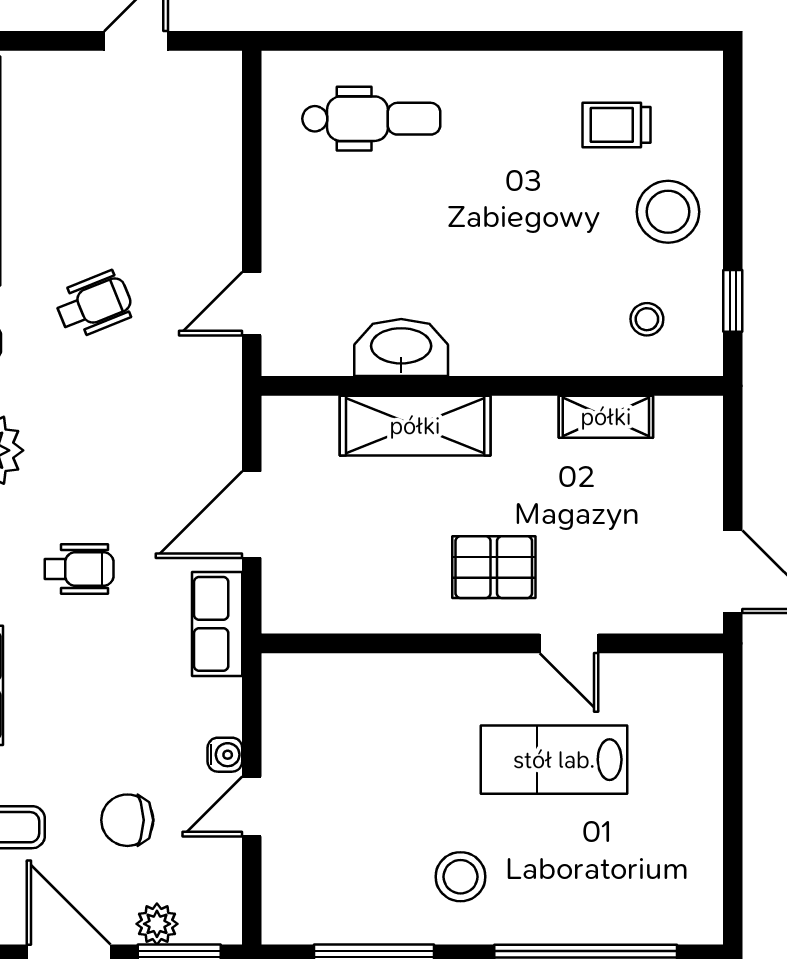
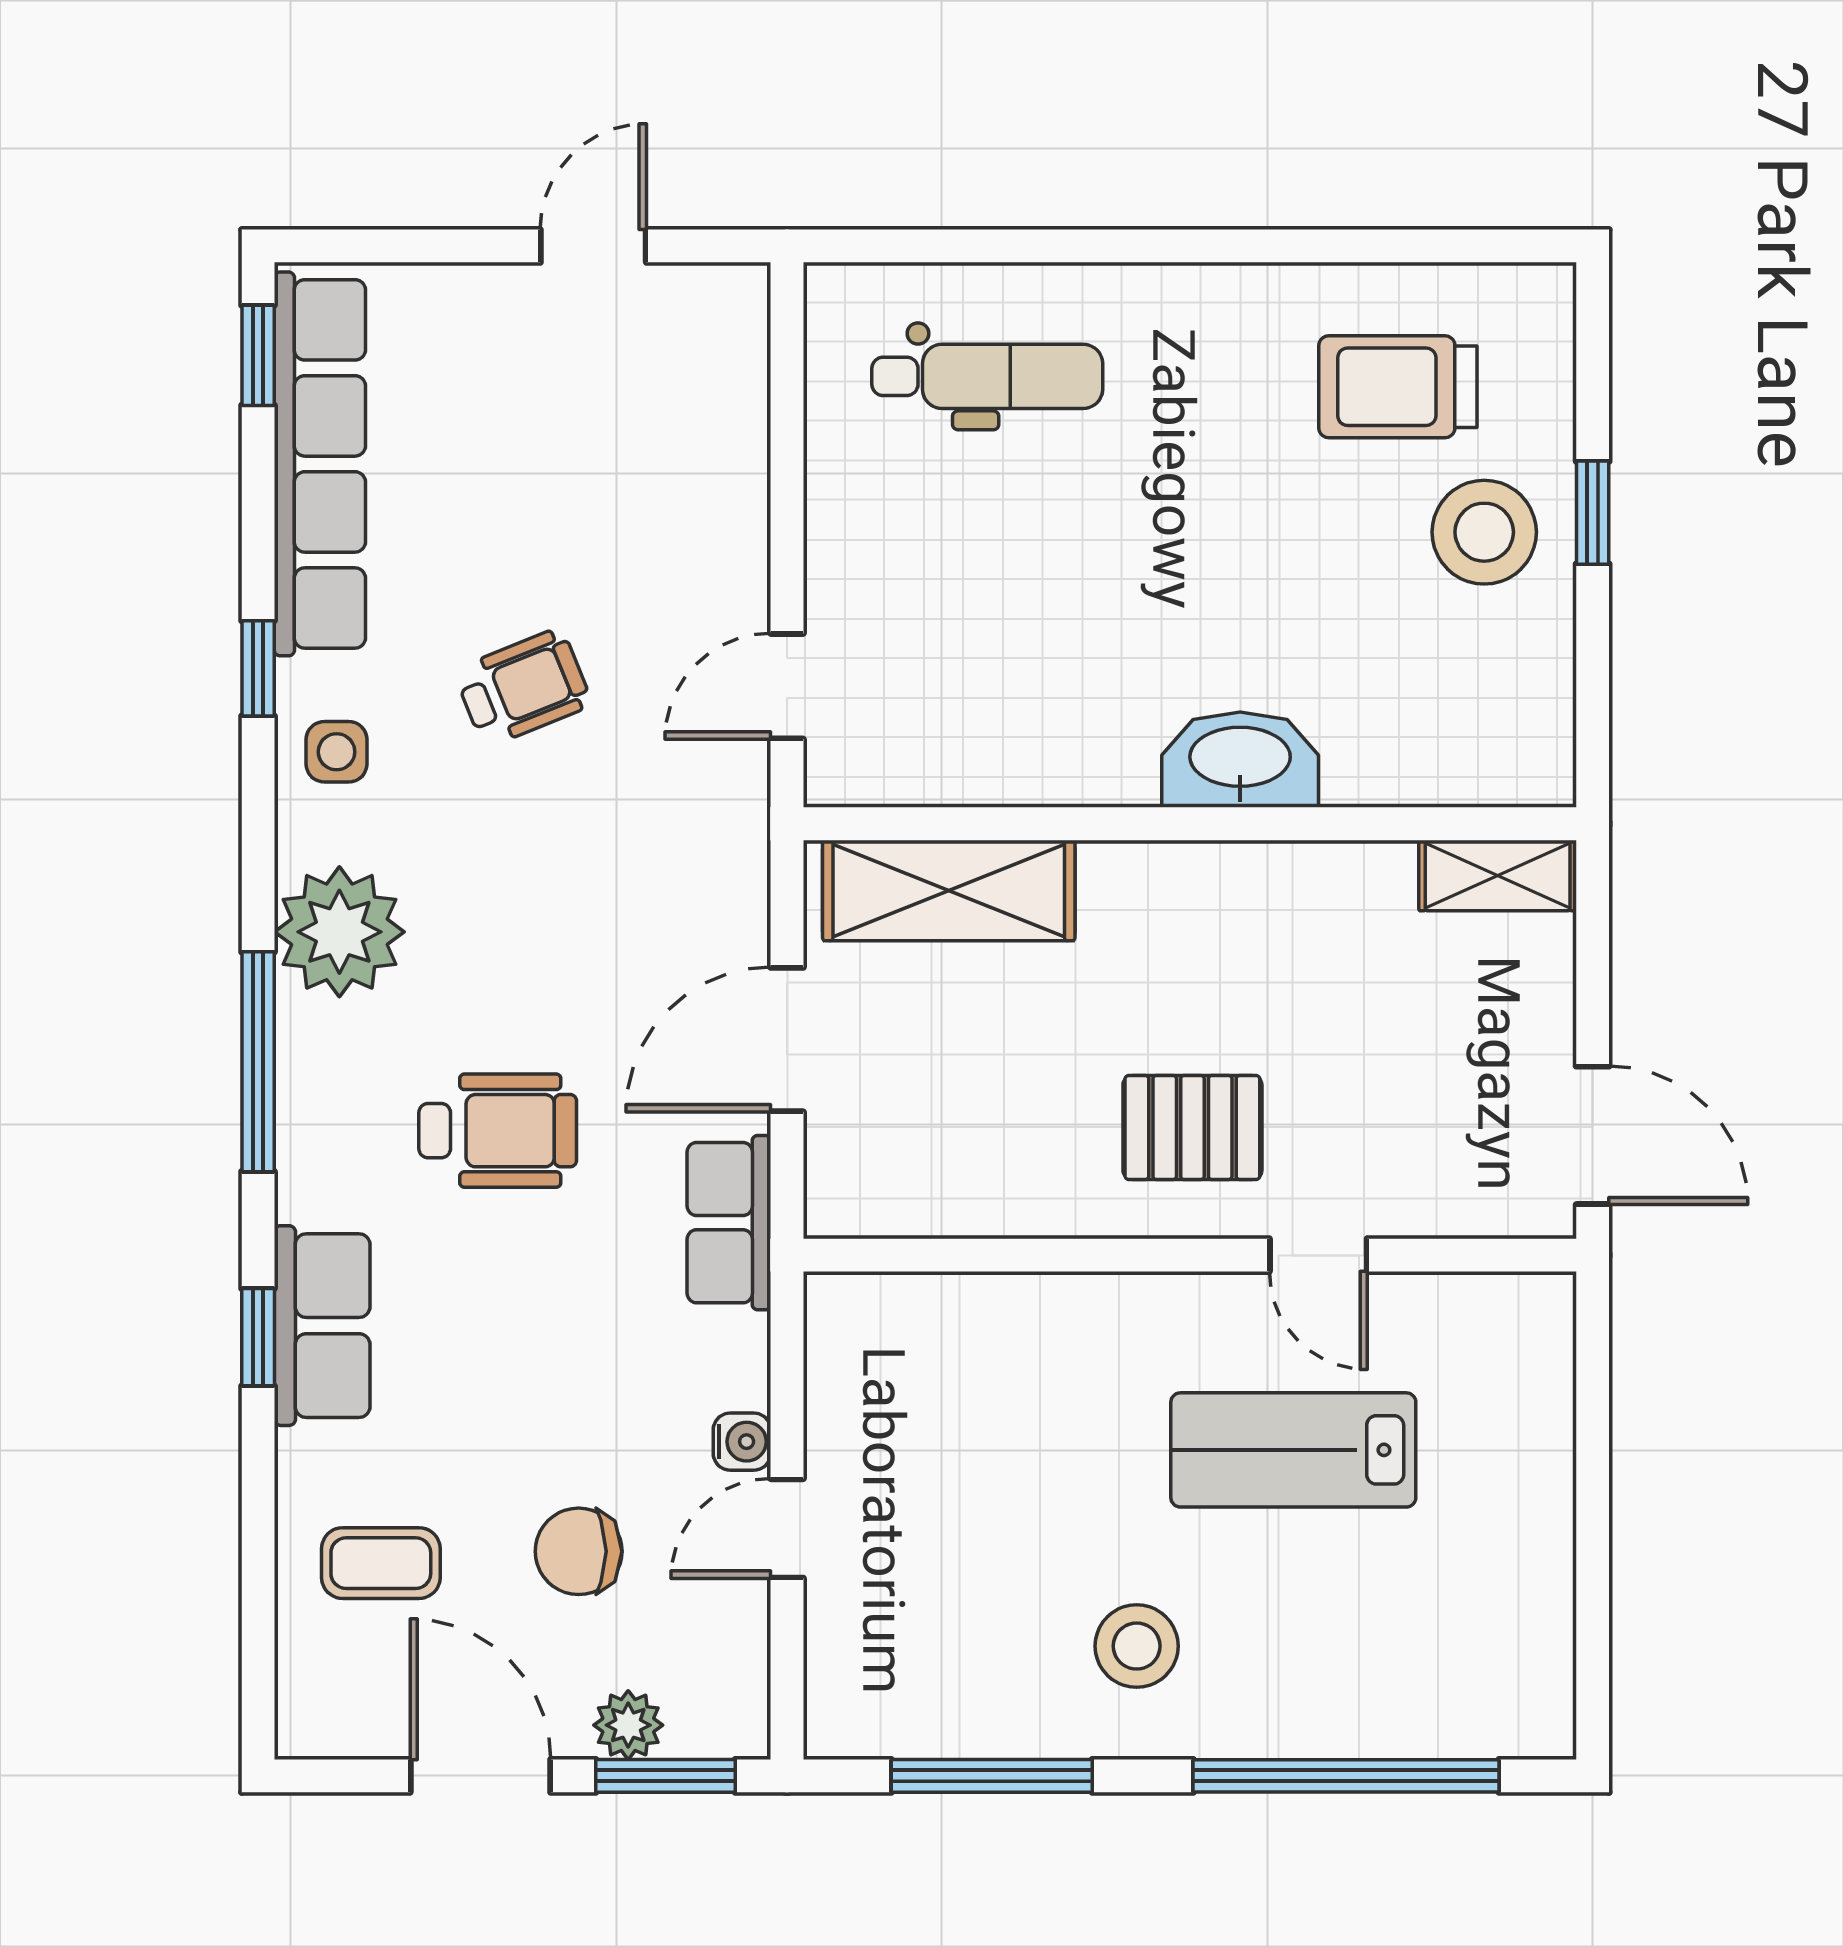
trolley: (616, 125) -> (1398, 387), width x1.36, depth x1.39
window: (733, 301) -> (1593, 513), moved
stool: (647, 319) -> (1449, 712), removed
washbasin: (401, 348) -> (1240, 760), moved
shelving: (606, 417) -> (1498, 875), moved
shelving: (415, 426) -> (949, 890), moved
wheelchair: (79, 569) -> (498, 1131), width x1.36, depth x1.37

